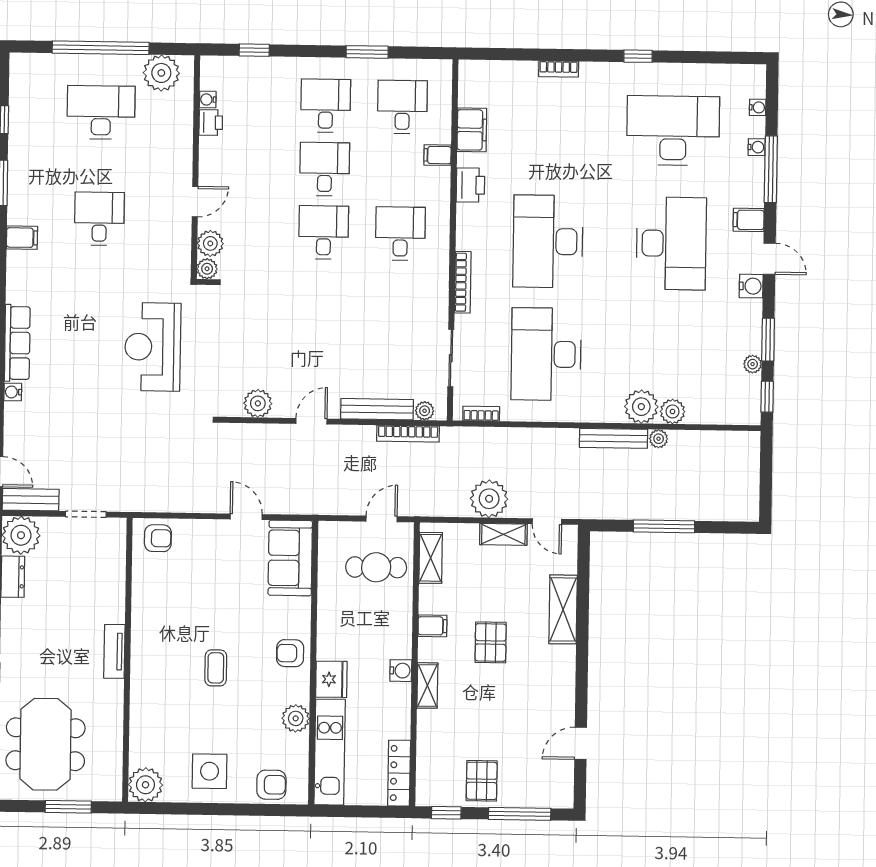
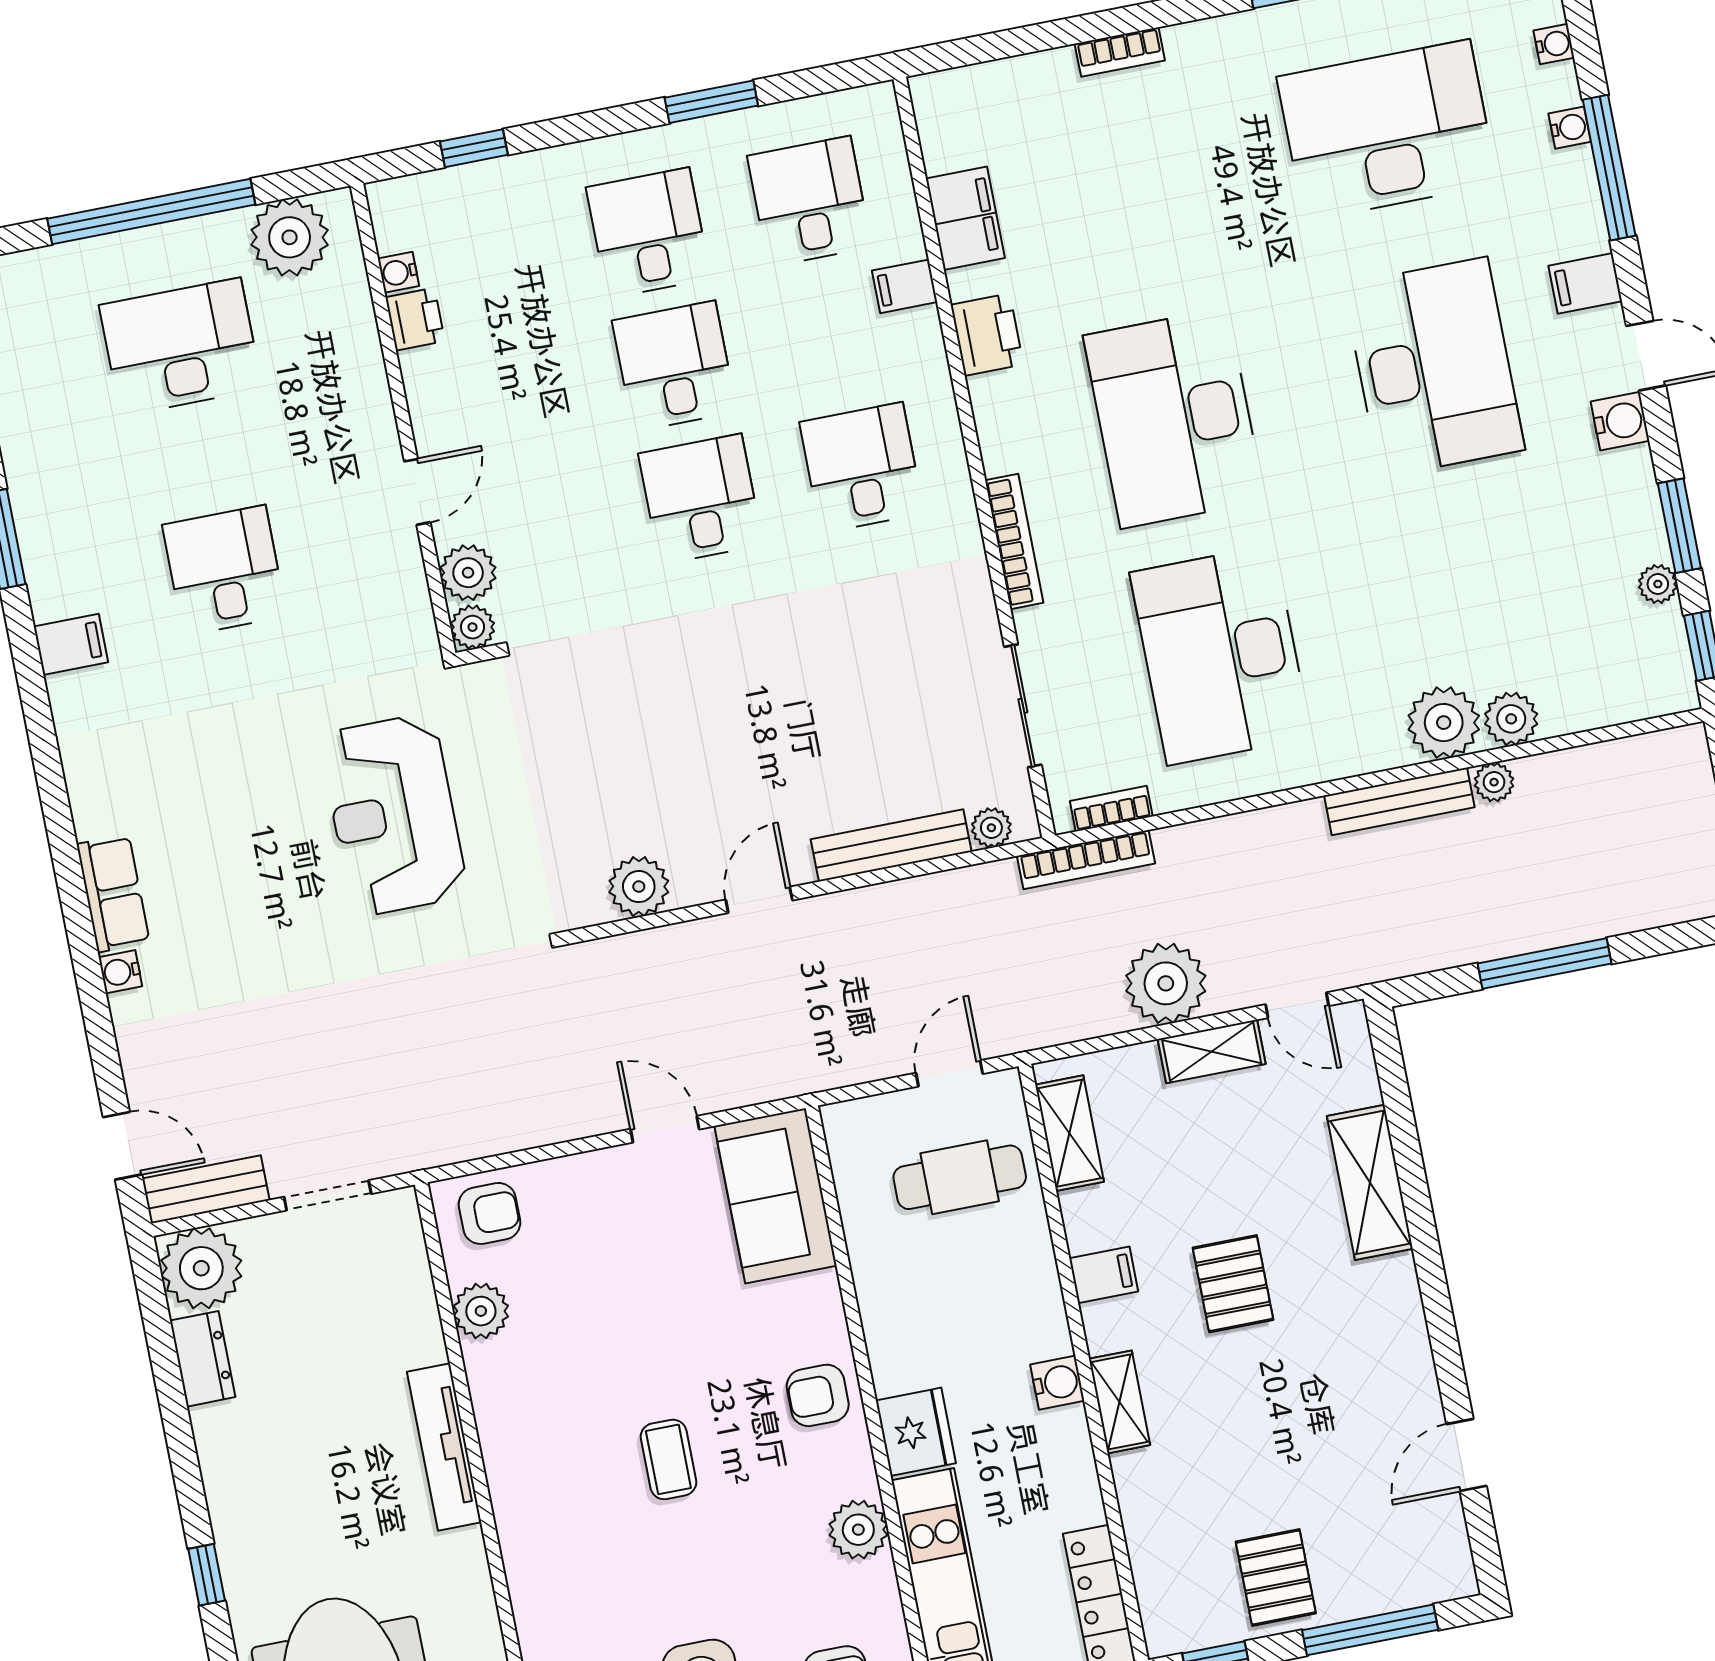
row of seats: (17, 343) -> (113, 893), width x0.68
bookcase: (408, 434) -> (1086, 860), moved
plant: (144, 582) -> (481, 1311), added
tv unit: (114, 651) -> (444, 1447), width x1.41

